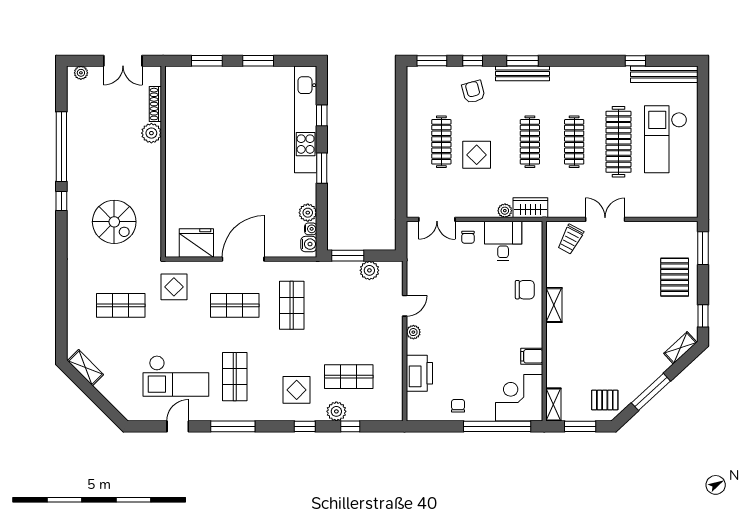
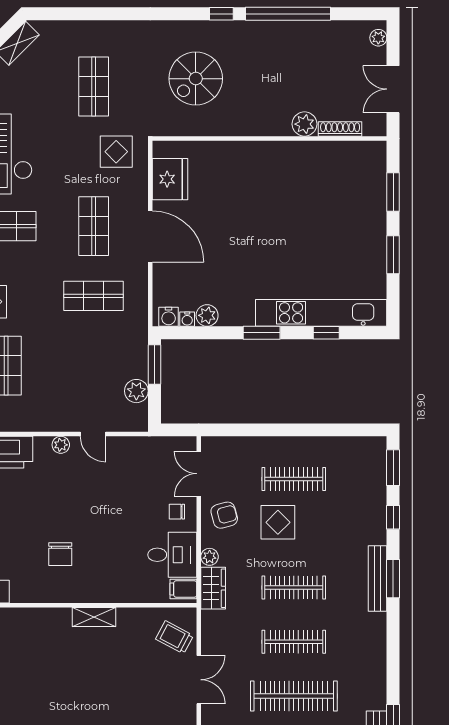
armchair: (473, 92) -> (224, 515), moved
chair: (525, 290) -> (60, 554), moved
filing cabinet: (532, 356) -> (183, 589), moved, turned -90

